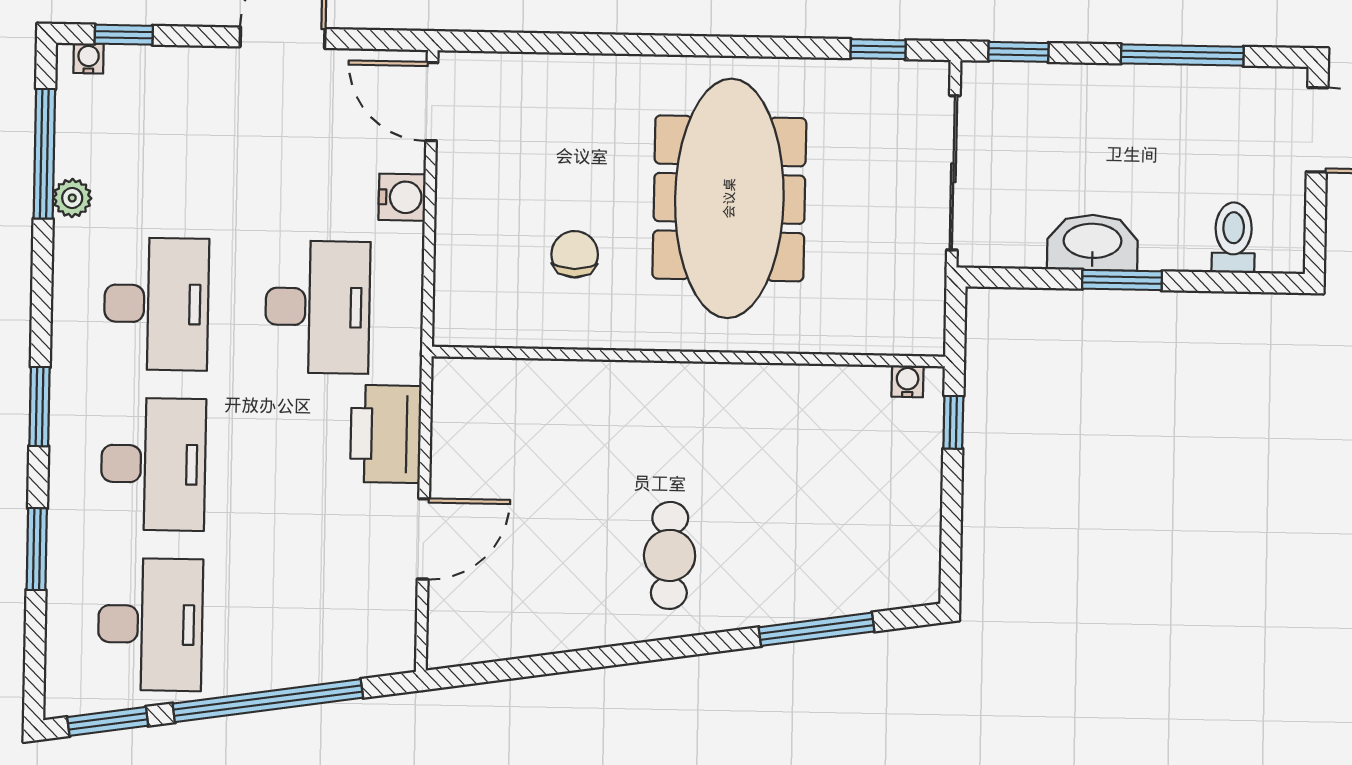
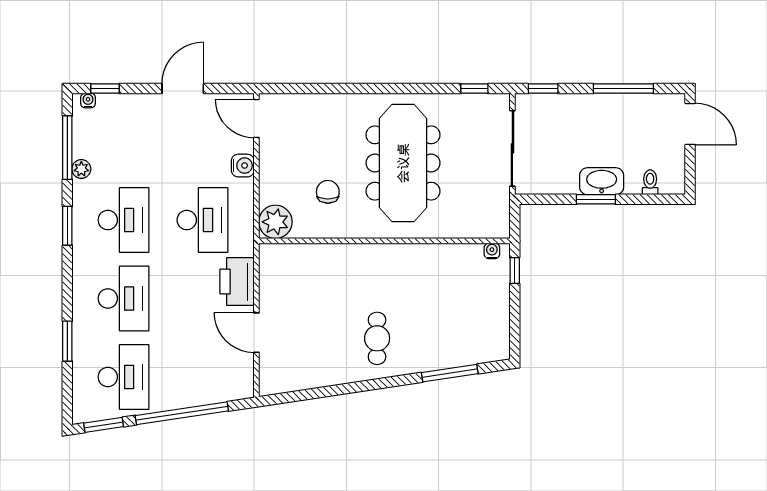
toilet: (1233, 238) -> (650, 182), width x0.73, depth x0.72
washbasin: (1092, 242) -> (602, 181), moved
plant: (466, 313) -> (275, 222), added
window: (39, 407) -> (67, 226), moved
door: (423, 539) -> (256, 333), swing flipped

